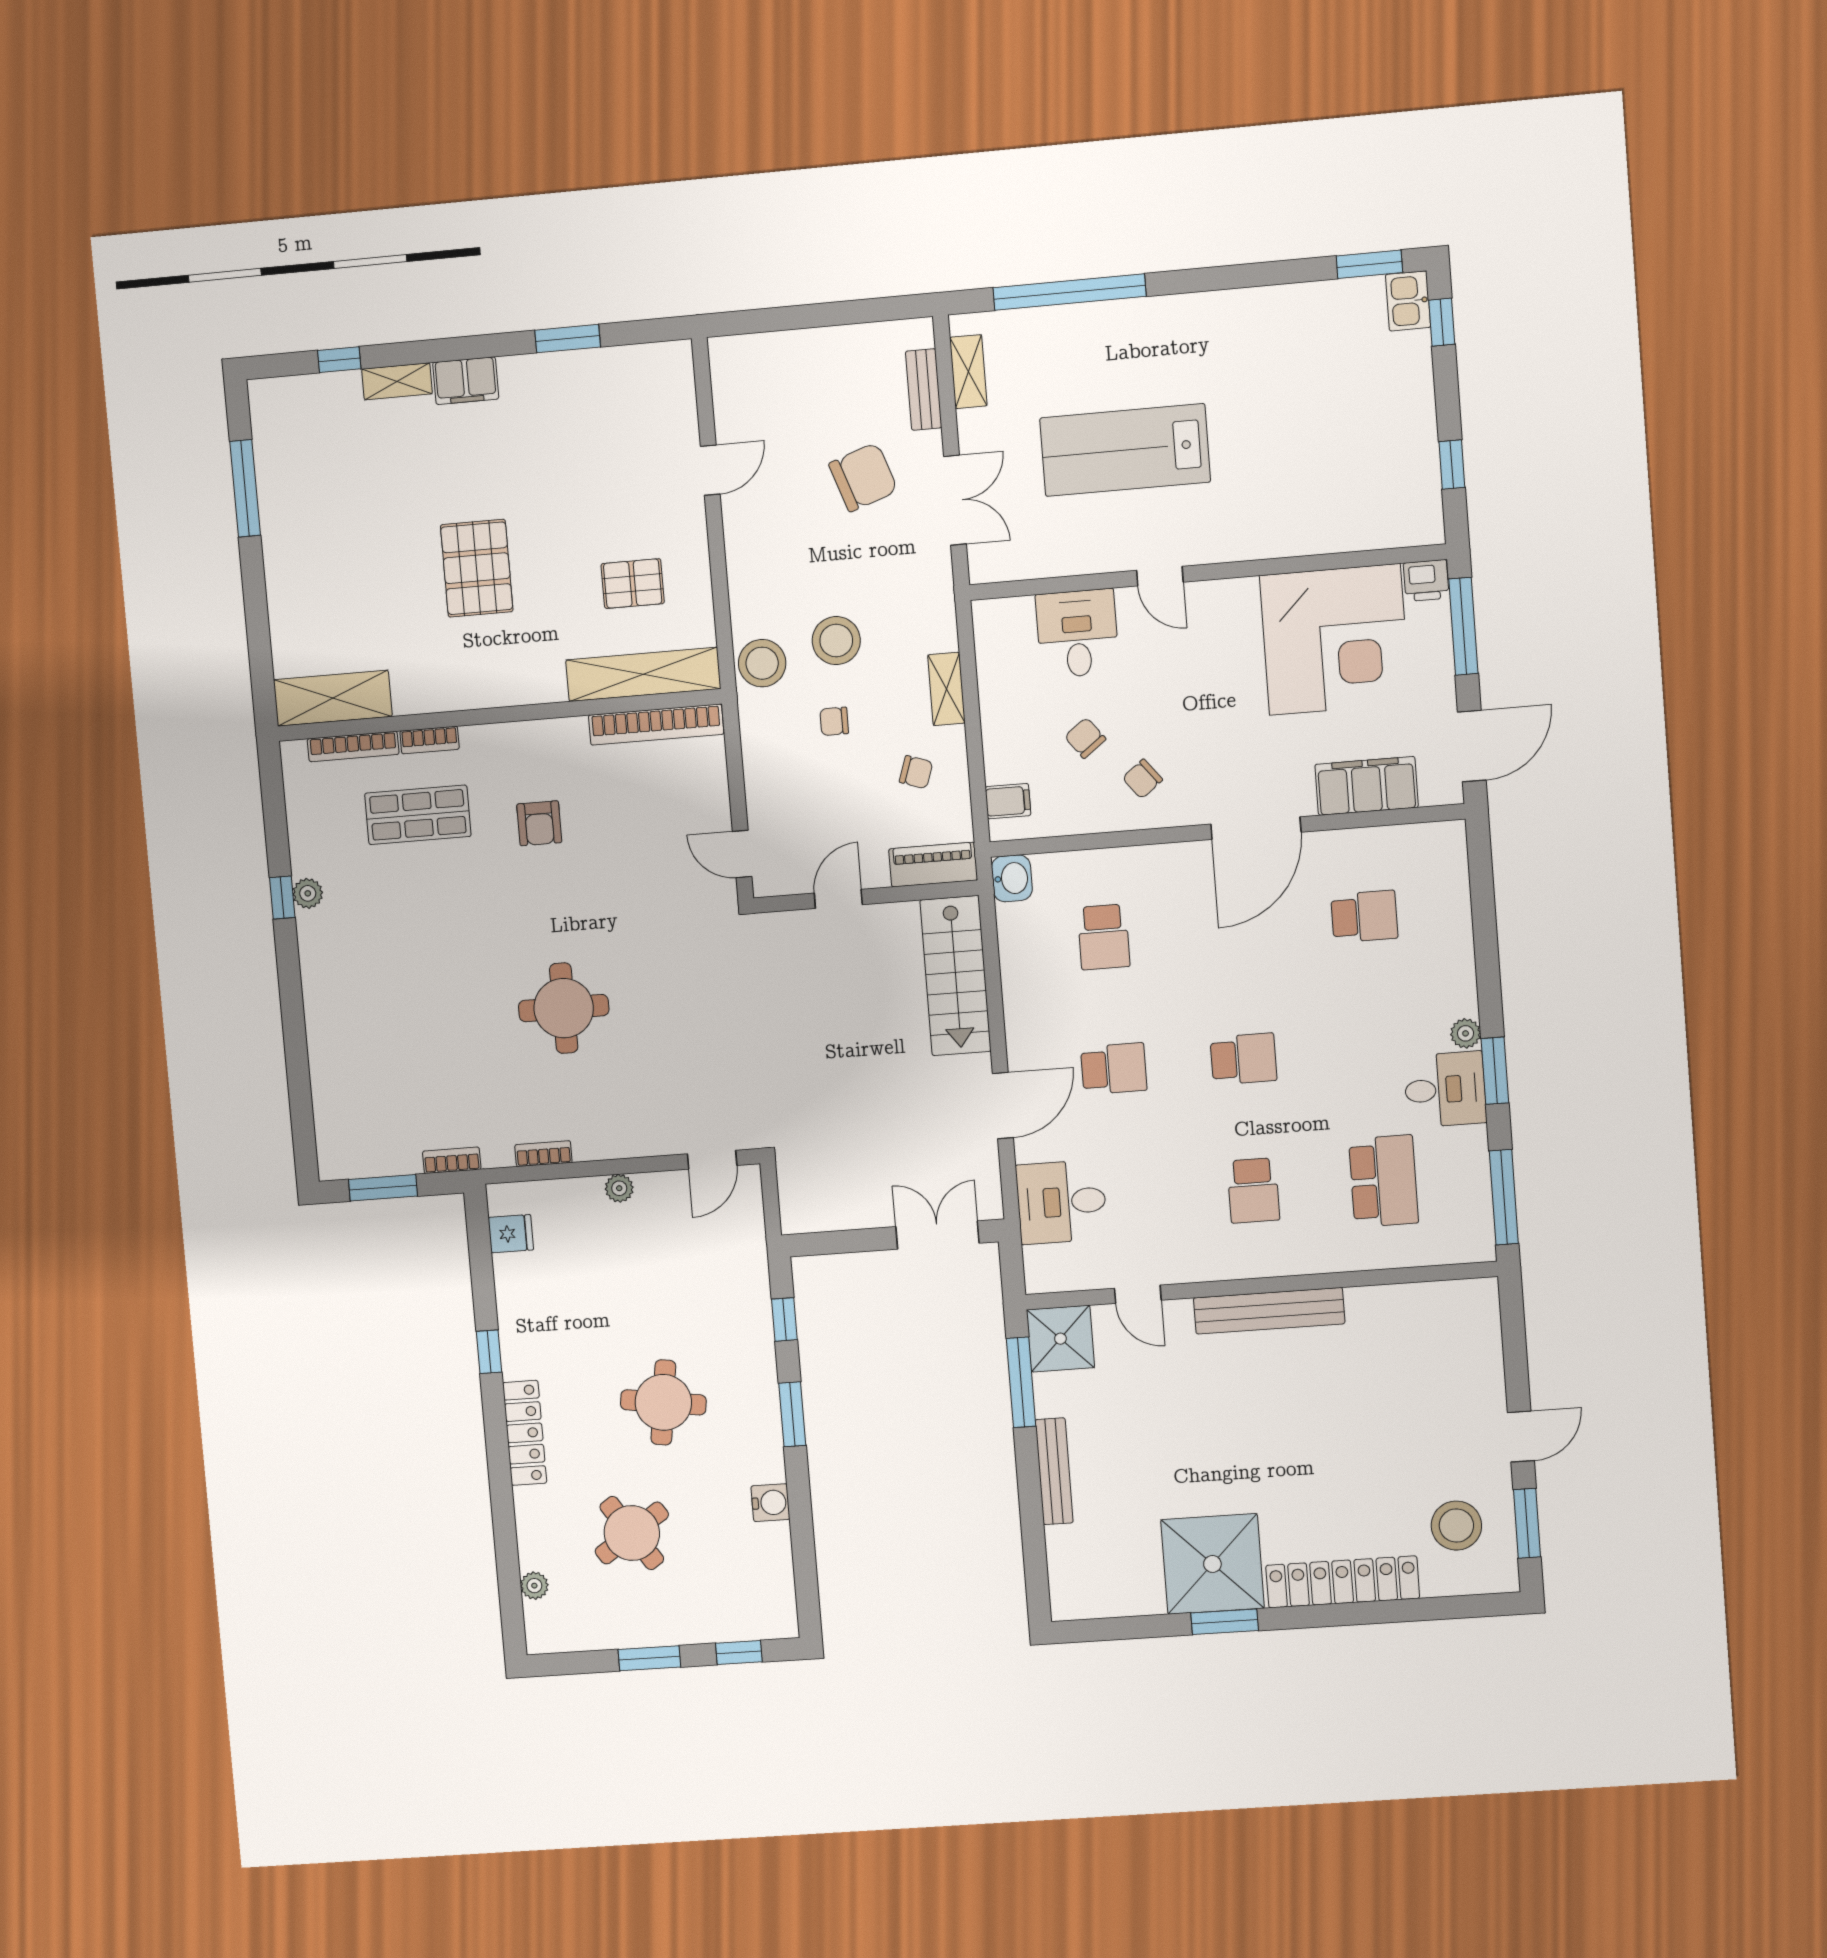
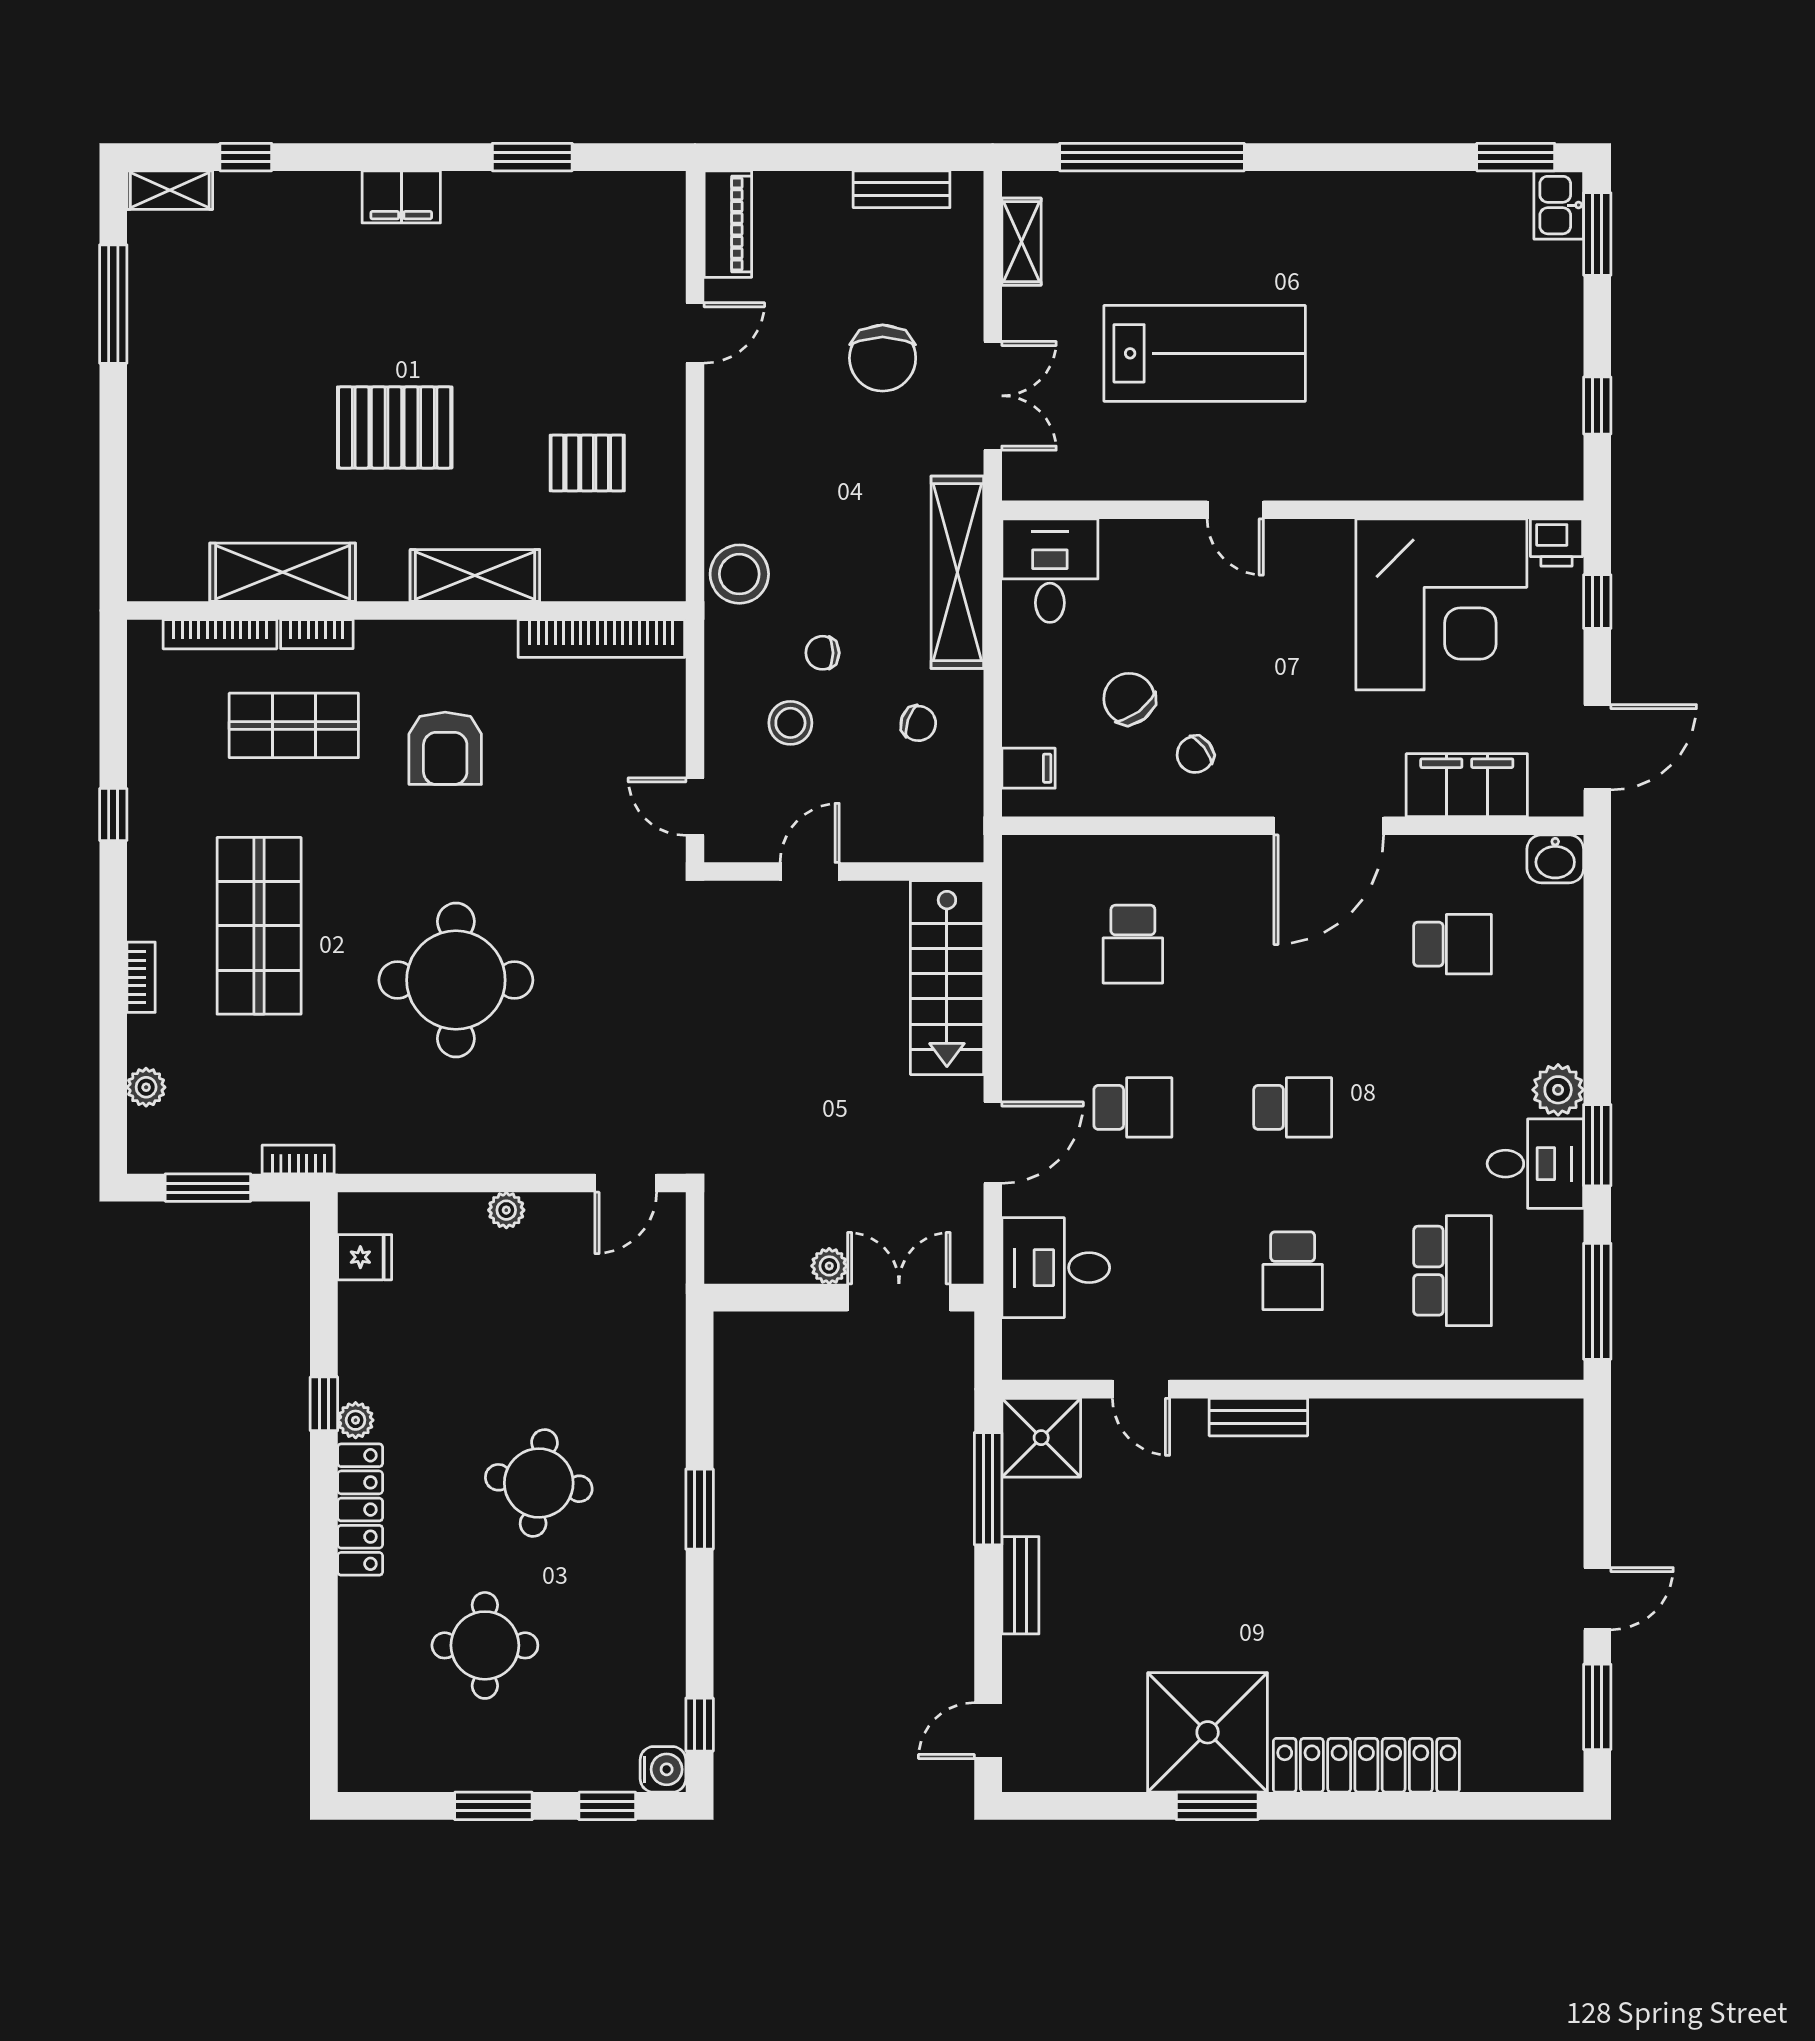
window: (1442, 322) -> (1597, 234), width x1.50
shelving: (397, 381) -> (170, 190), moved
bench: (924, 389) -> (902, 189), moved, turned 90
lab bench: (1125, 450) -> (1205, 353), turned 180
chair: (863, 477) -> (883, 358), turned 109
pallet: (477, 568) -> (395, 427), turned 90
window: (1463, 626) -> (1597, 602), width x0.46
desk: (1077, 634) -> (1050, 571), moved
stool: (836, 641) -> (790, 723), moved, width x0.73, depth x0.73
shelving: (643, 674) -> (475, 575), moved, width x0.68
shelving: (946, 689) -> (957, 572), width x2.20, depth x1.33
shelving: (333, 698) -> (283, 572), moved
chair: (1085, 738) -> (1129, 699), width x1.37, depth x1.37
armchair: (539, 823) -> (445, 748), width x1.38, depth x1.38
piano: (933, 865) -> (728, 224), moved, turned 90
washbasin: (1012, 878) -> (1555, 859), moved, turned 90
plant: (308, 893) -> (146, 1087), moved
shop shelf: (405, 977) -> (259, 926), added
round table: (564, 1008) -> (456, 980), width x1.36, depth x1.36
plant: (1466, 1033) -> (1558, 1090), width x1.38, depth x1.38
bookcase: (543, 1154) -> (141, 977), moved, turned 90
plant: (880, 1214) -> (829, 1266), added
bench: (1269, 1311) -> (1258, 1417), width x0.54, depth x0.82
window: (784, 1319) -> (700, 1725), moved
bench: (1054, 1471) -> (1020, 1585), width x0.73
water cooler: (770, 1503) -> (663, 1769), moved
stool: (1456, 1526) -> (1511, 1704), removed
round table: (632, 1533) -> (485, 1645), turned 34
door: (1036, 1574) -> (988, 1731), added
plant: (534, 1586) -> (356, 1420), moved

